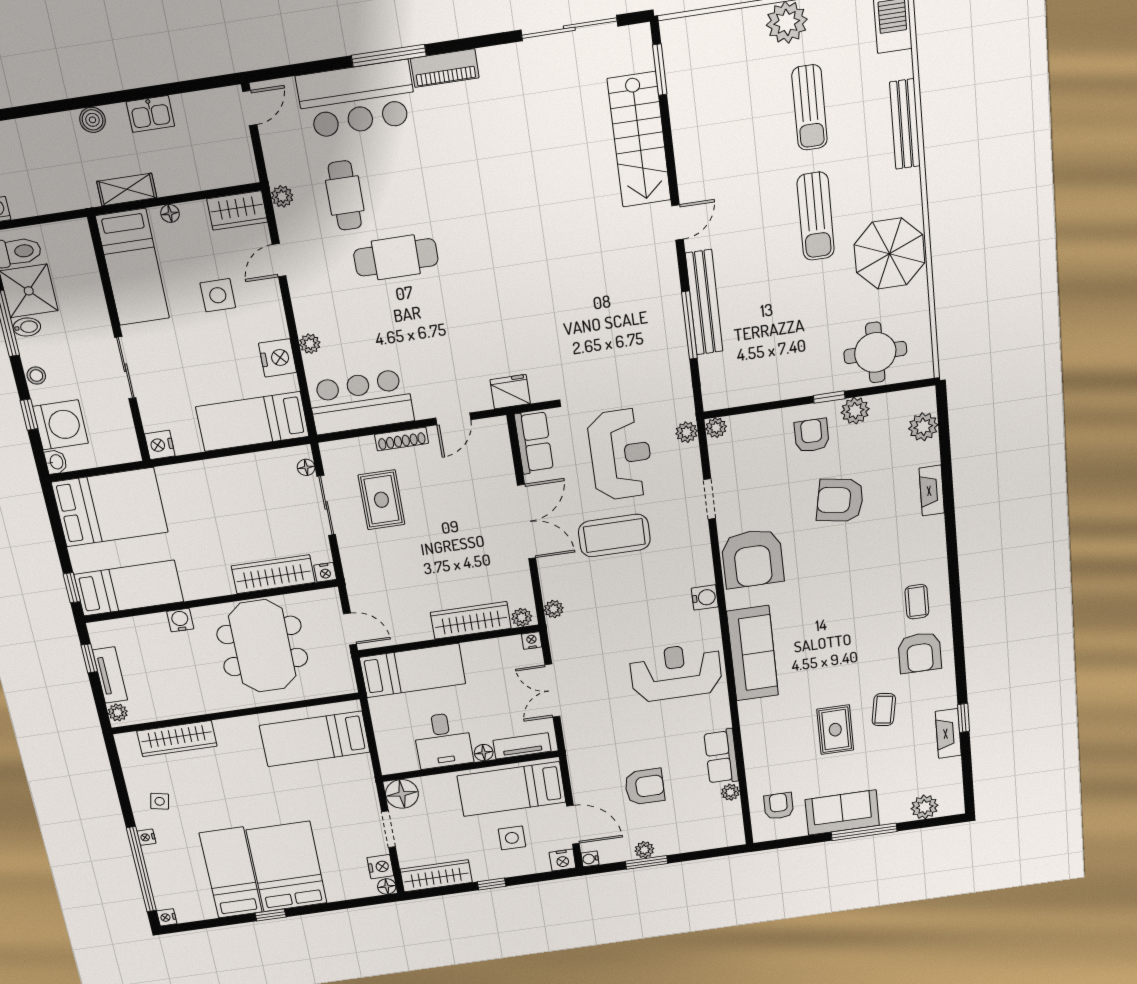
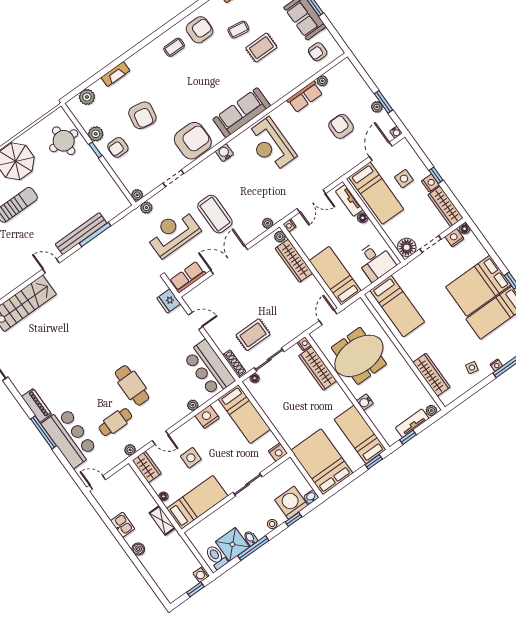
shoe rack: (401, 439) -> (234, 363), moved
desk: (443, 740) -> (375, 261), moved, turned 90
nightstand: (562, 860) -> (430, 183), moved

